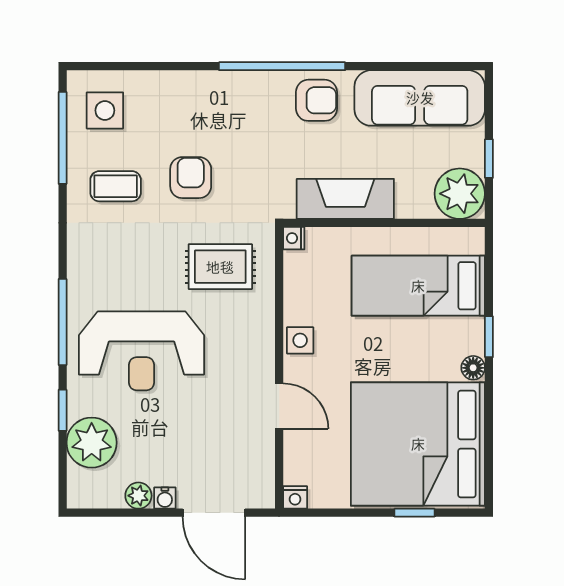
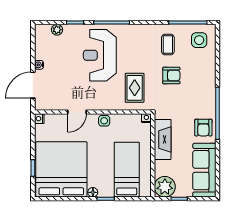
plant: (92, 443) -> (57, 30), width x0.53, depth x0.53
plant: (138, 496) -> (40, 54), removed

